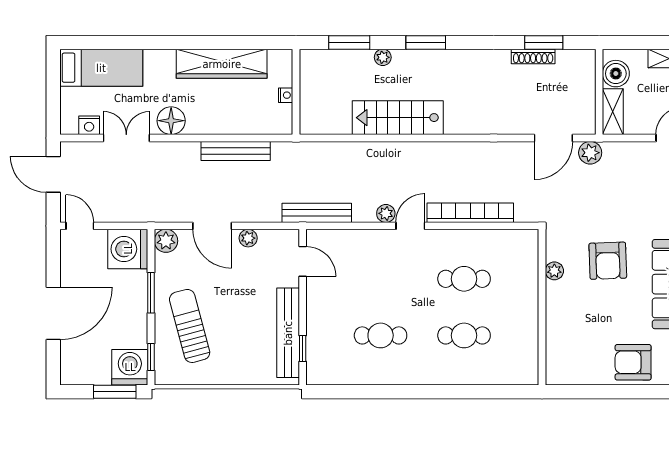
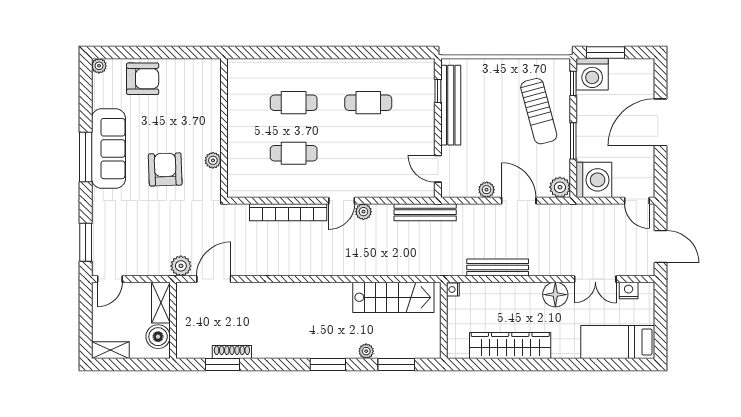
nightstand: (286, 95) -> (453, 289), moved
stairs: (398, 118) -> (393, 297), moved

